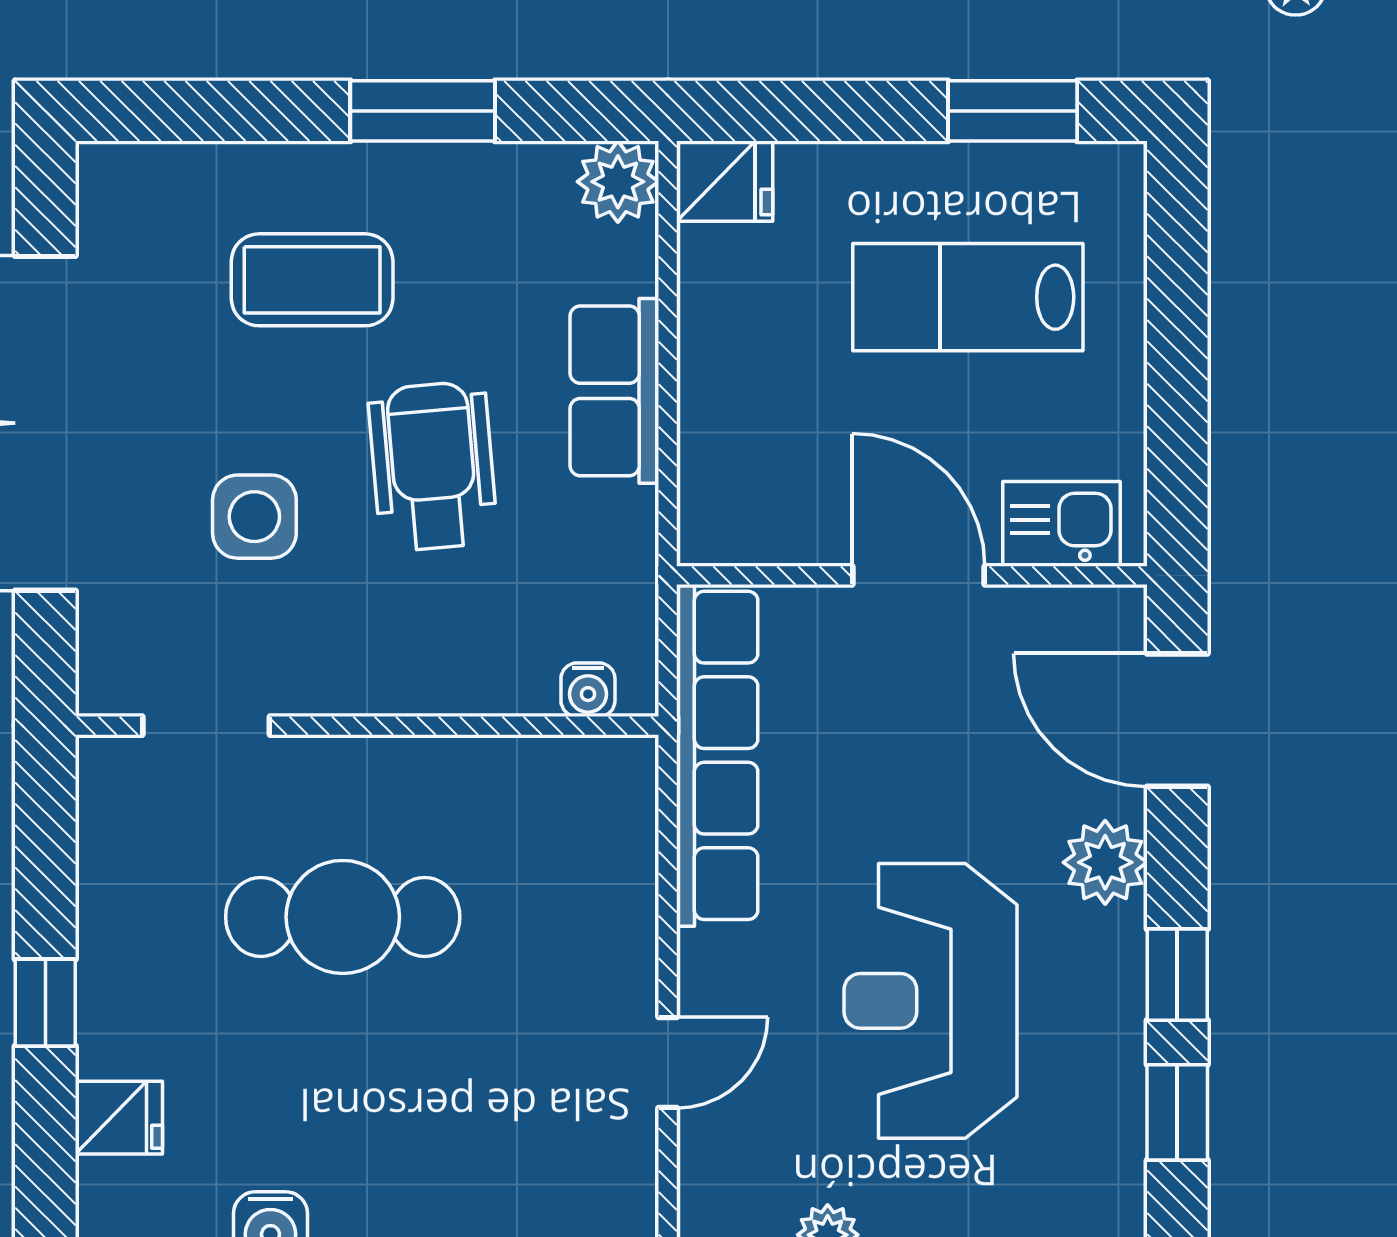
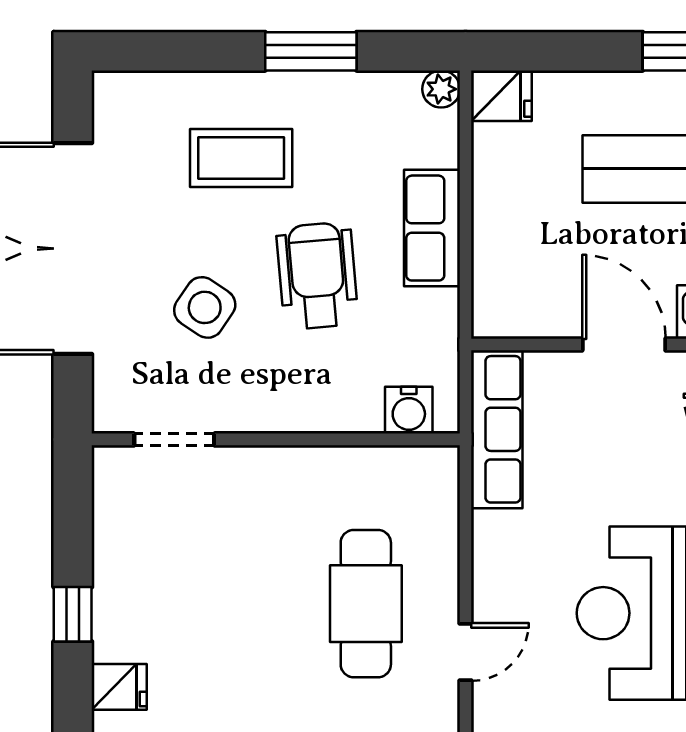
plant: (618, 182) -> (441, 89), width x0.73, depth x0.73
side table: (254, 517) -> (205, 307), turned 34
water cooler: (588, 690) -> (409, 410), width x1.38, depth x1.38
row of seats: (717, 755) -> (497, 429), width x0.73
cafe table: (343, 917) -> (366, 604), moved, turned 90

